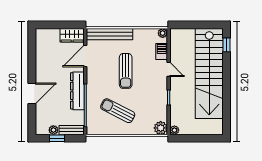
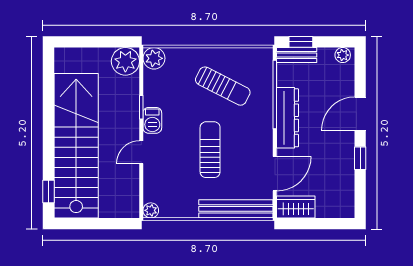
barbecue: (162, 51) -> (152, 120), moved
window: (32, 66) -> (360, 158), added
door: (169, 69) -> (141, 152), hinge flipped
plant: (53, 130) -> (343, 55), moved
plant: (174, 130) -> (125, 61), width x1.88, depth x1.88
window: (57, 138) -> (301, 42), moved

